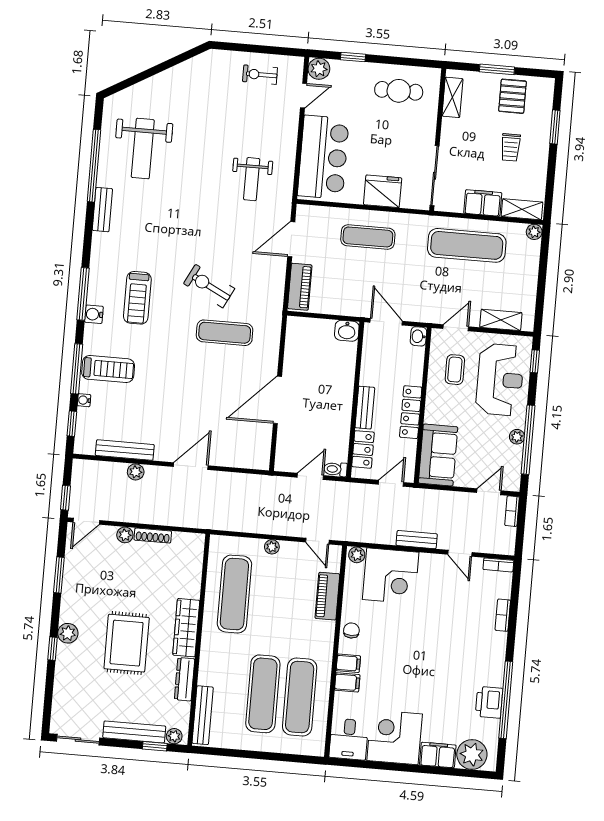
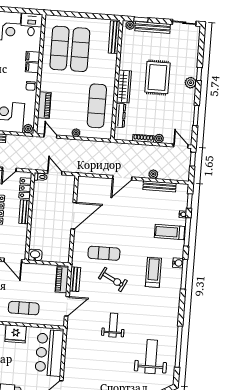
weight bench: (252, 179) -> (113, 325), moved
bench: (102, 210) -> (75, 279), moved
door: (310, 476) -> (55, 173), swing flipped
door: (86, 521) -> (181, 146), hinge flipped
dresser: (185, 679) -> (120, 115), moved

